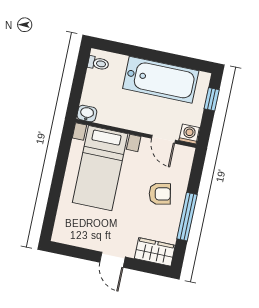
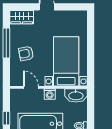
washbasin: (87, 114) -> (76, 95), width x1.91, depth x1.45
washing machine: (189, 134) -> (50, 94), moved

